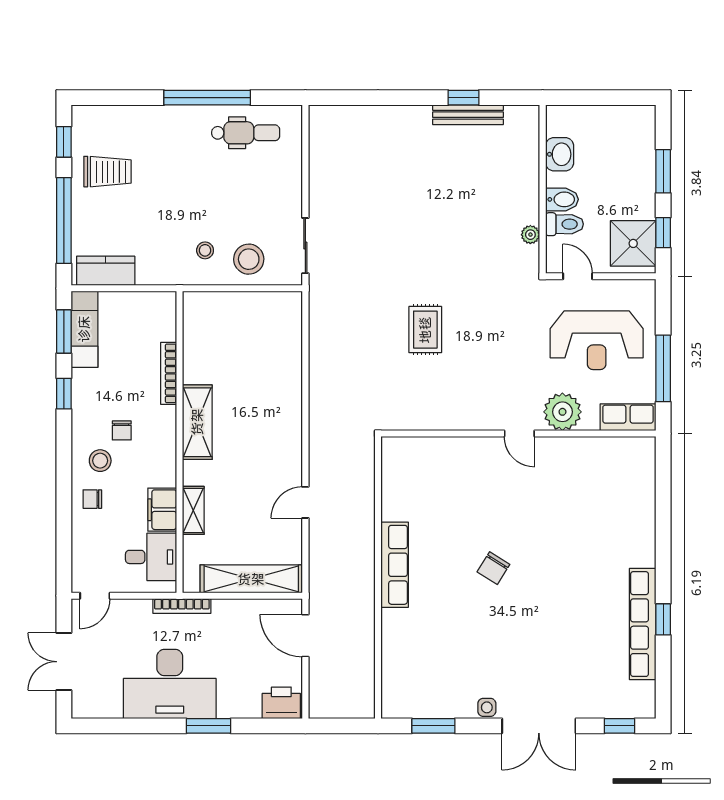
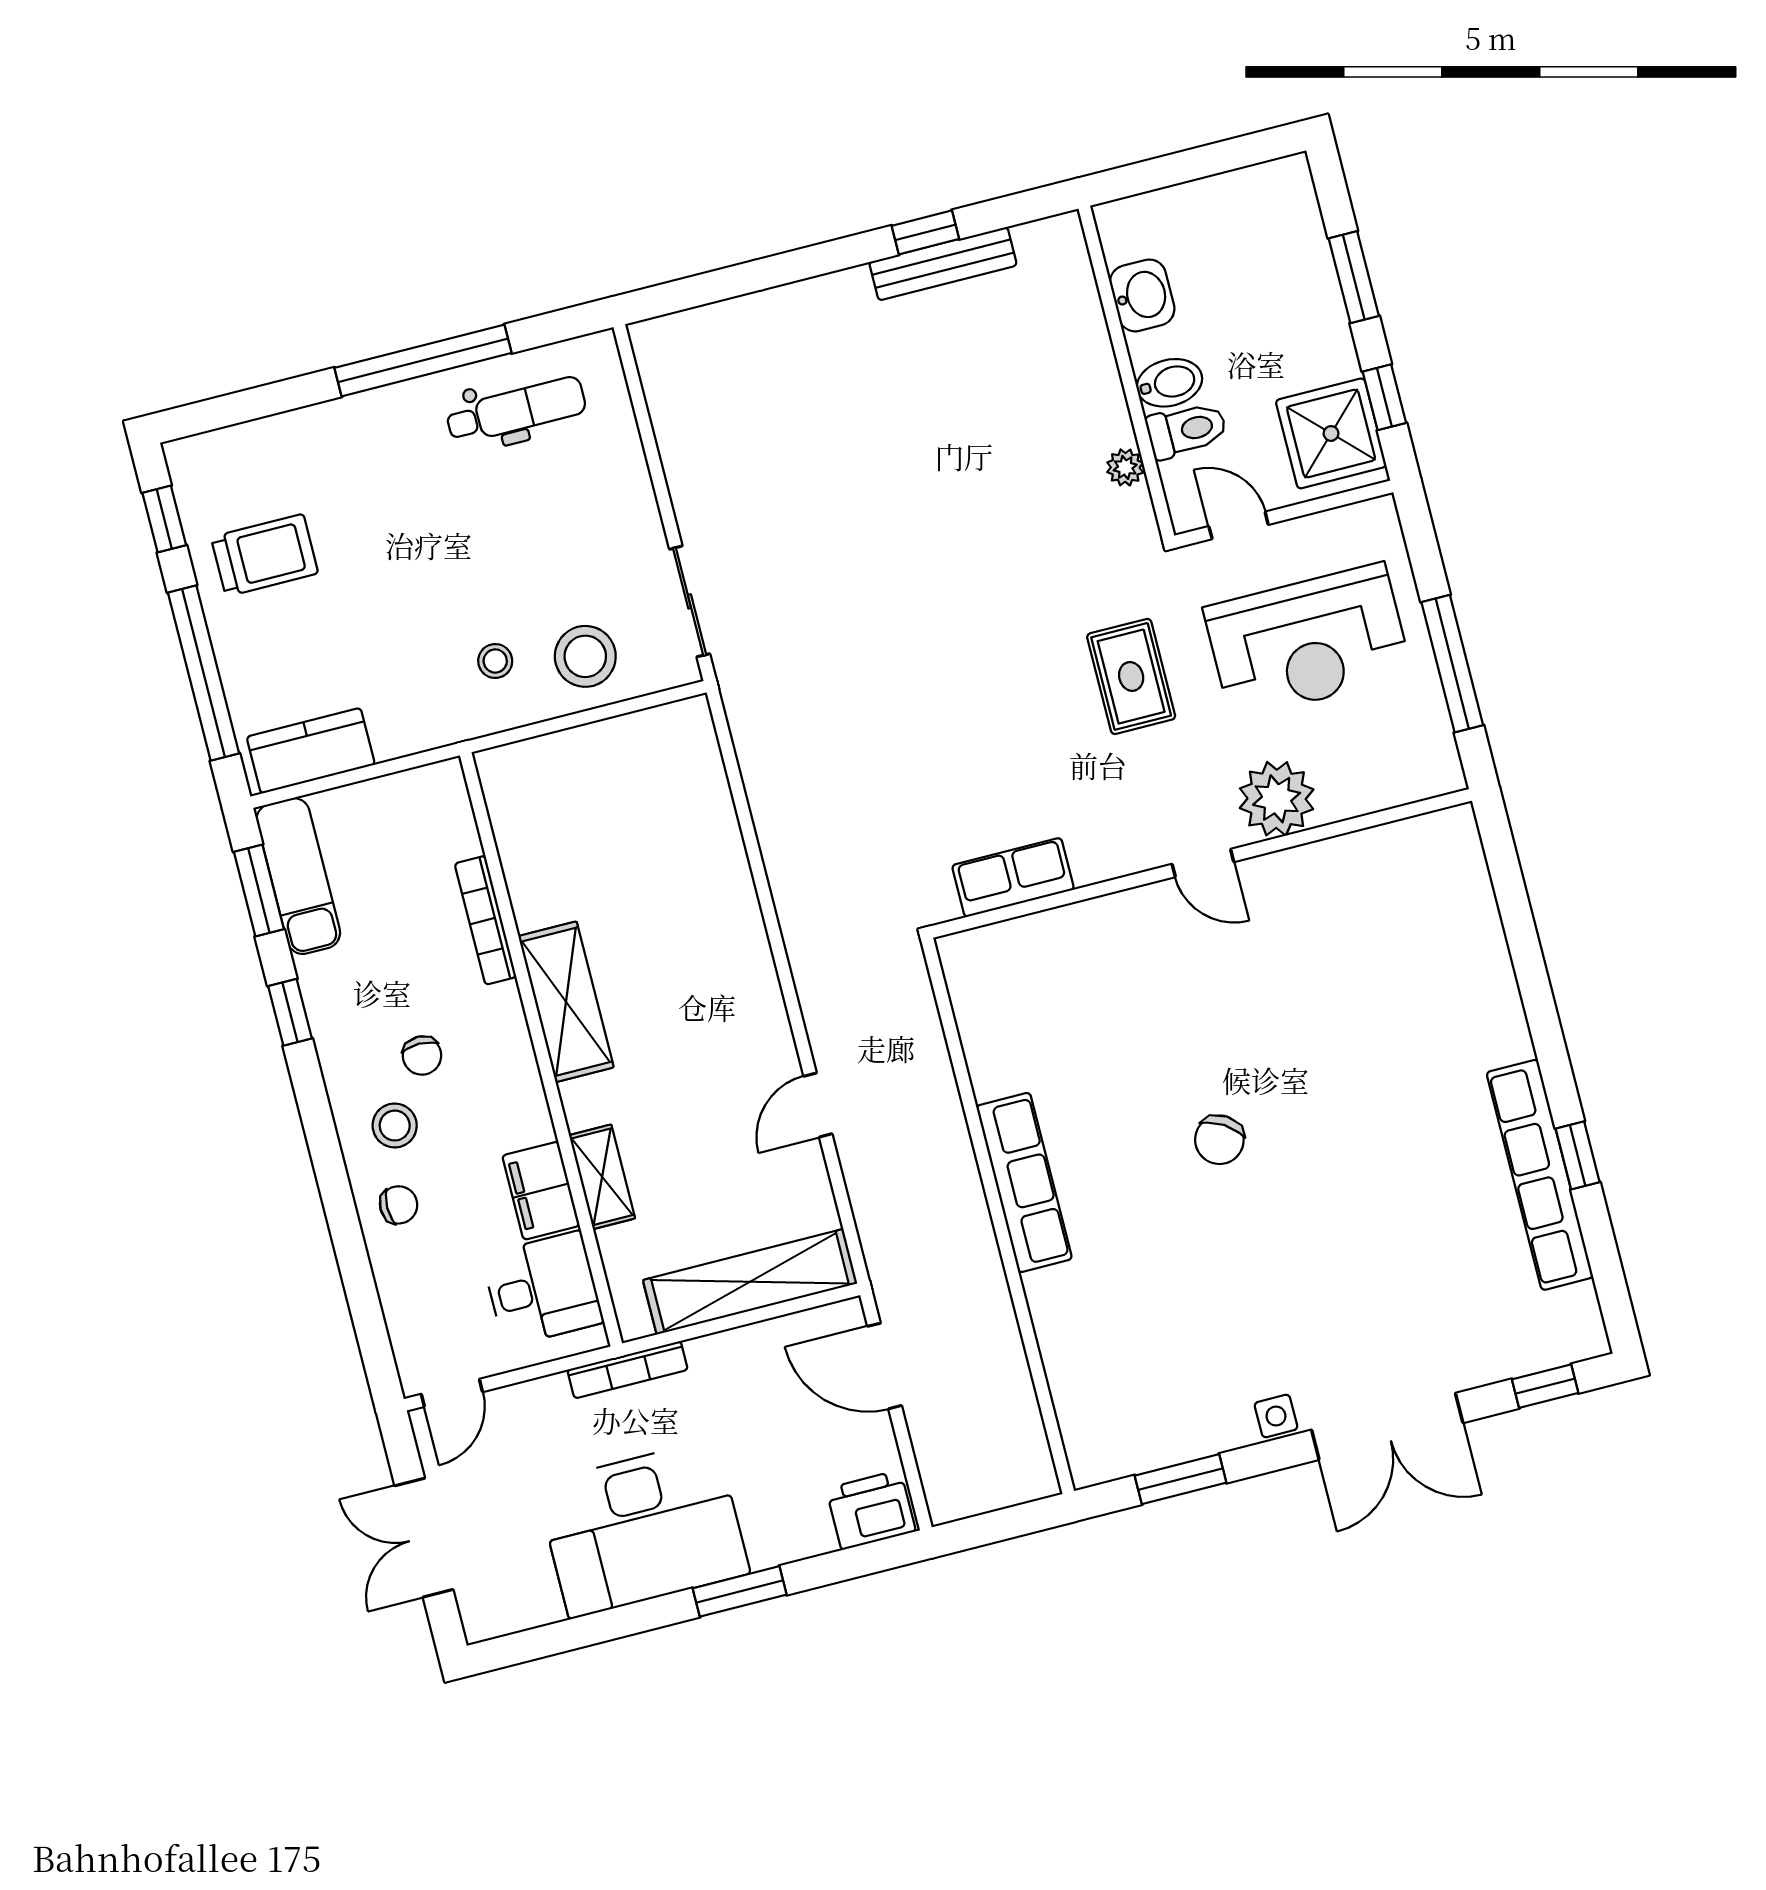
rug: (425, 330) -> (1131, 676), moved
row of seats: (628, 417) -> (1013, 877), moved
chair: (92, 499) -> (399, 1205), turned 180

